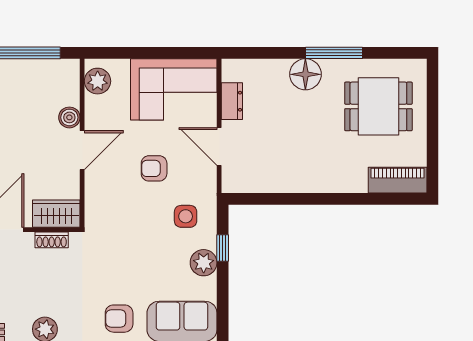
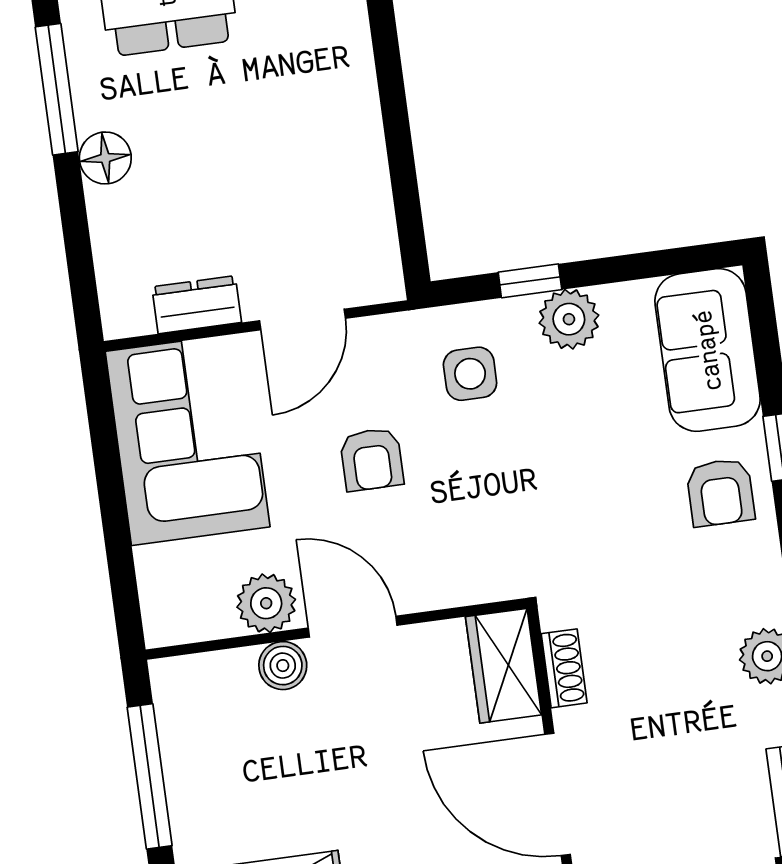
floor lamp: (305, 74) -> (105, 158), width x0.73, depth x0.73
plant: (98, 81) -> (266, 603), moved

